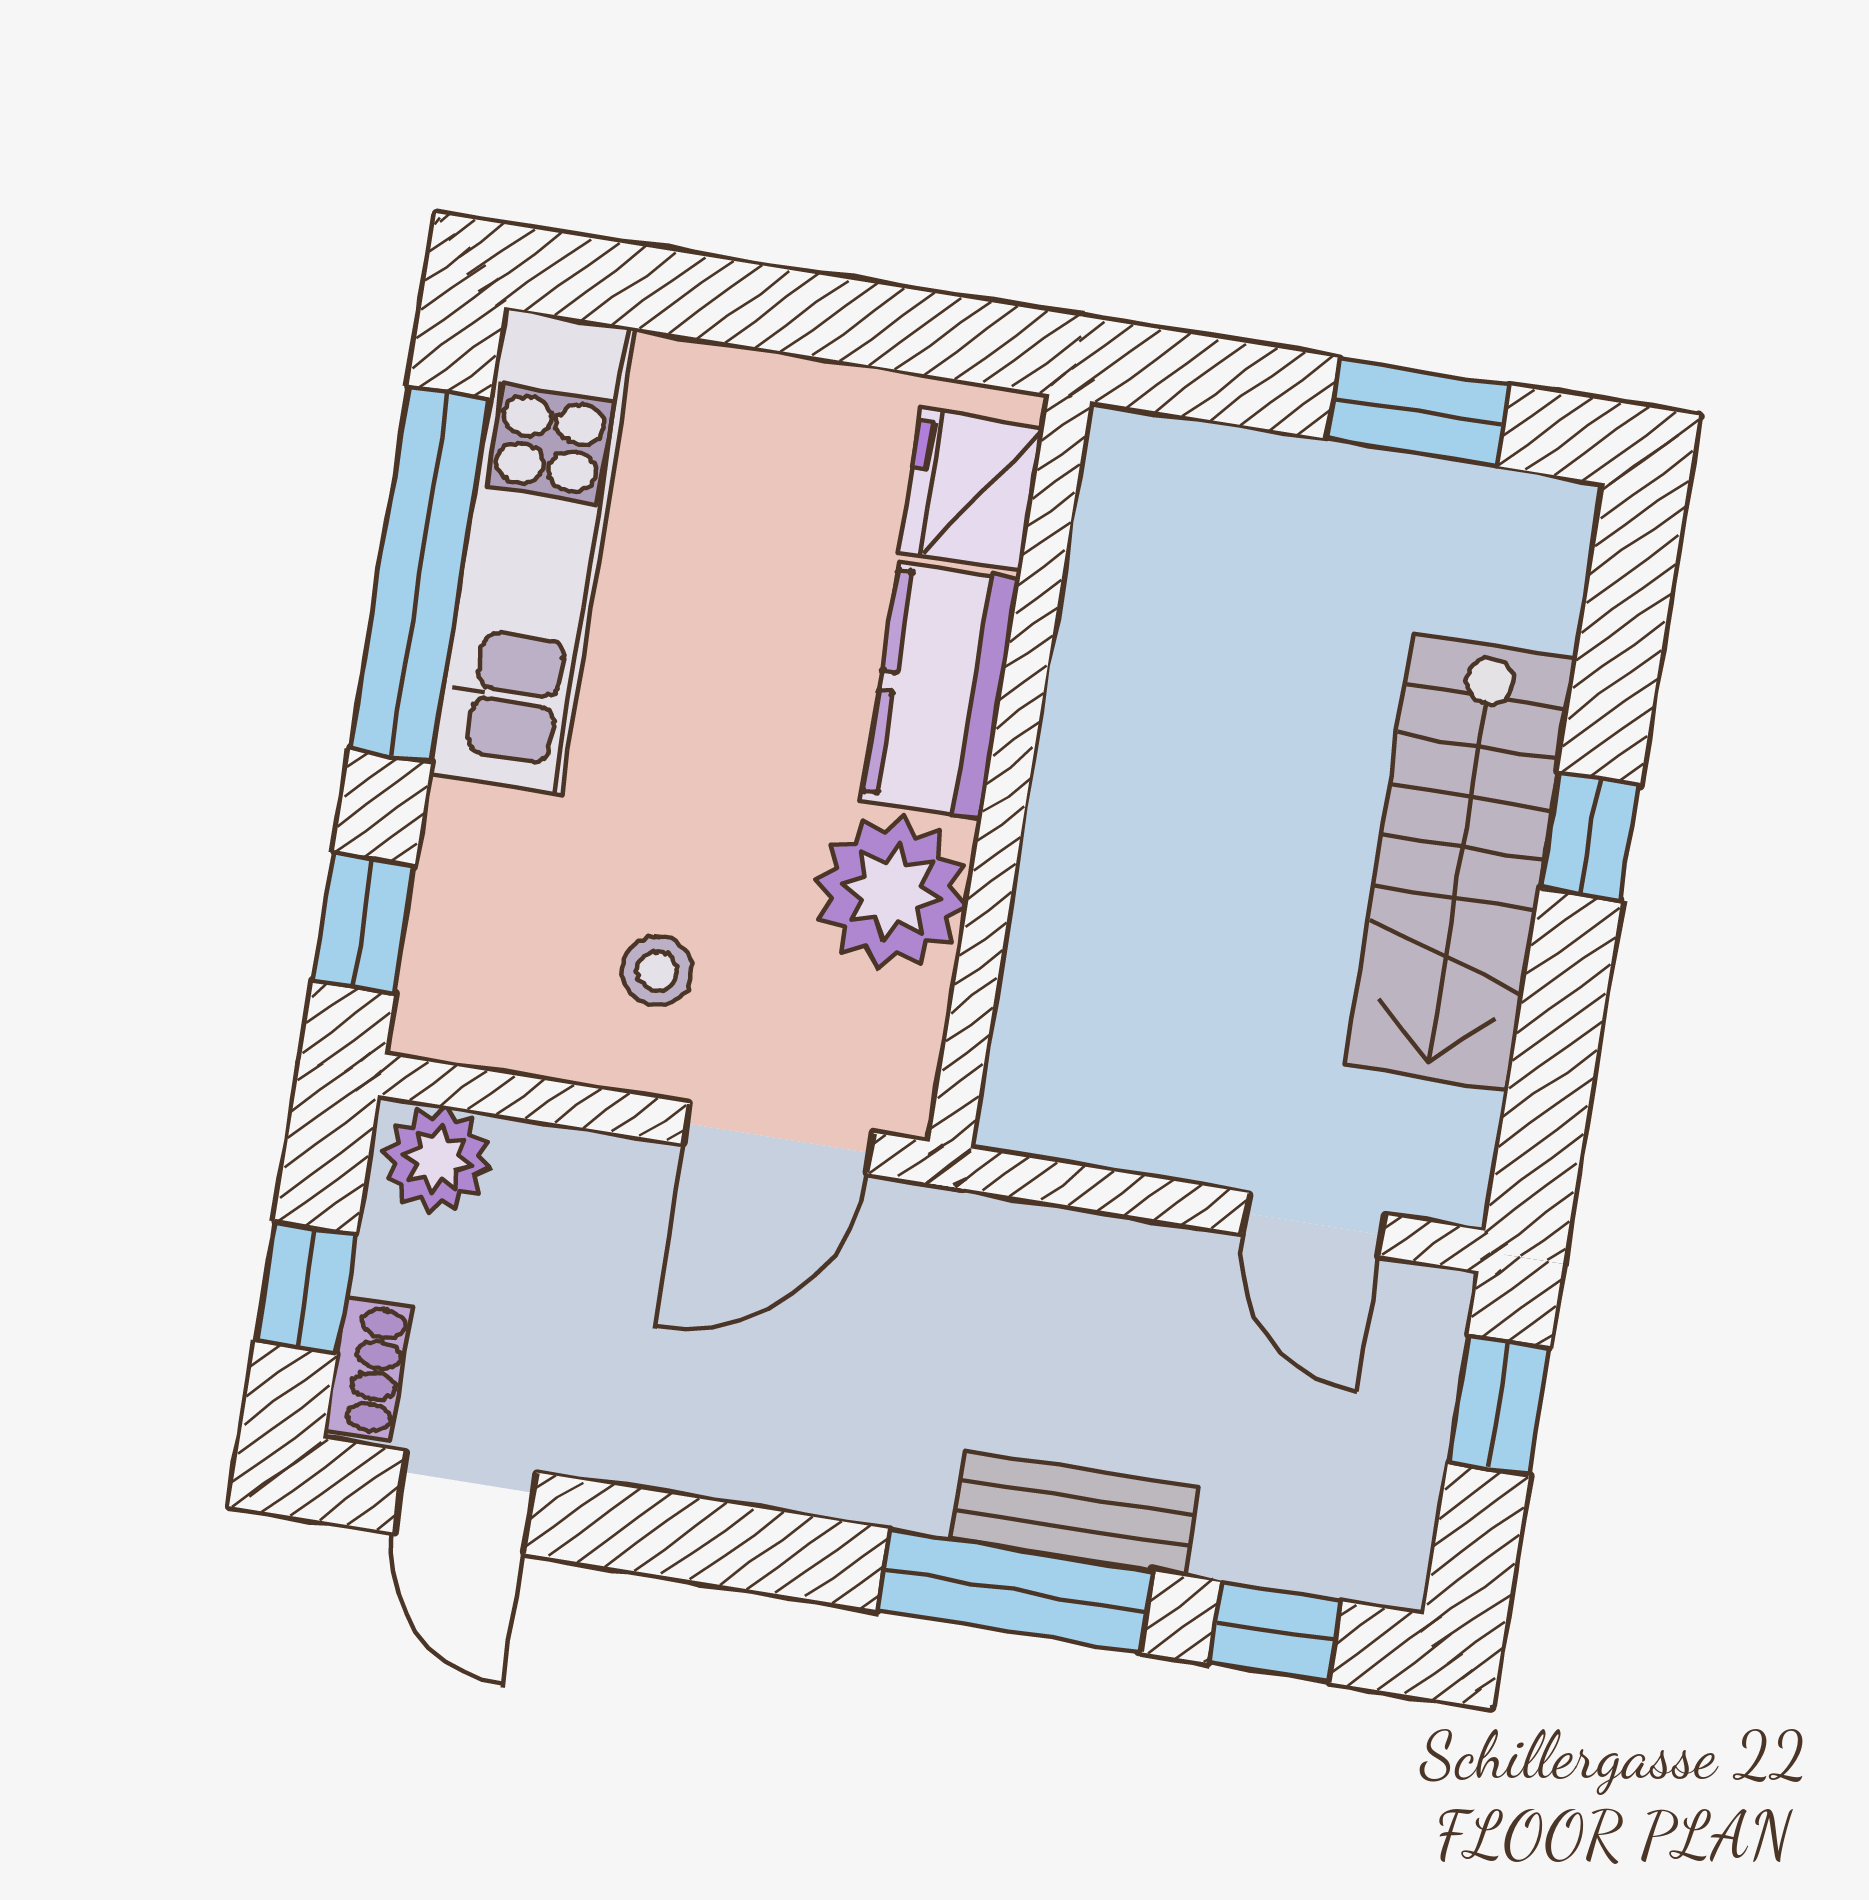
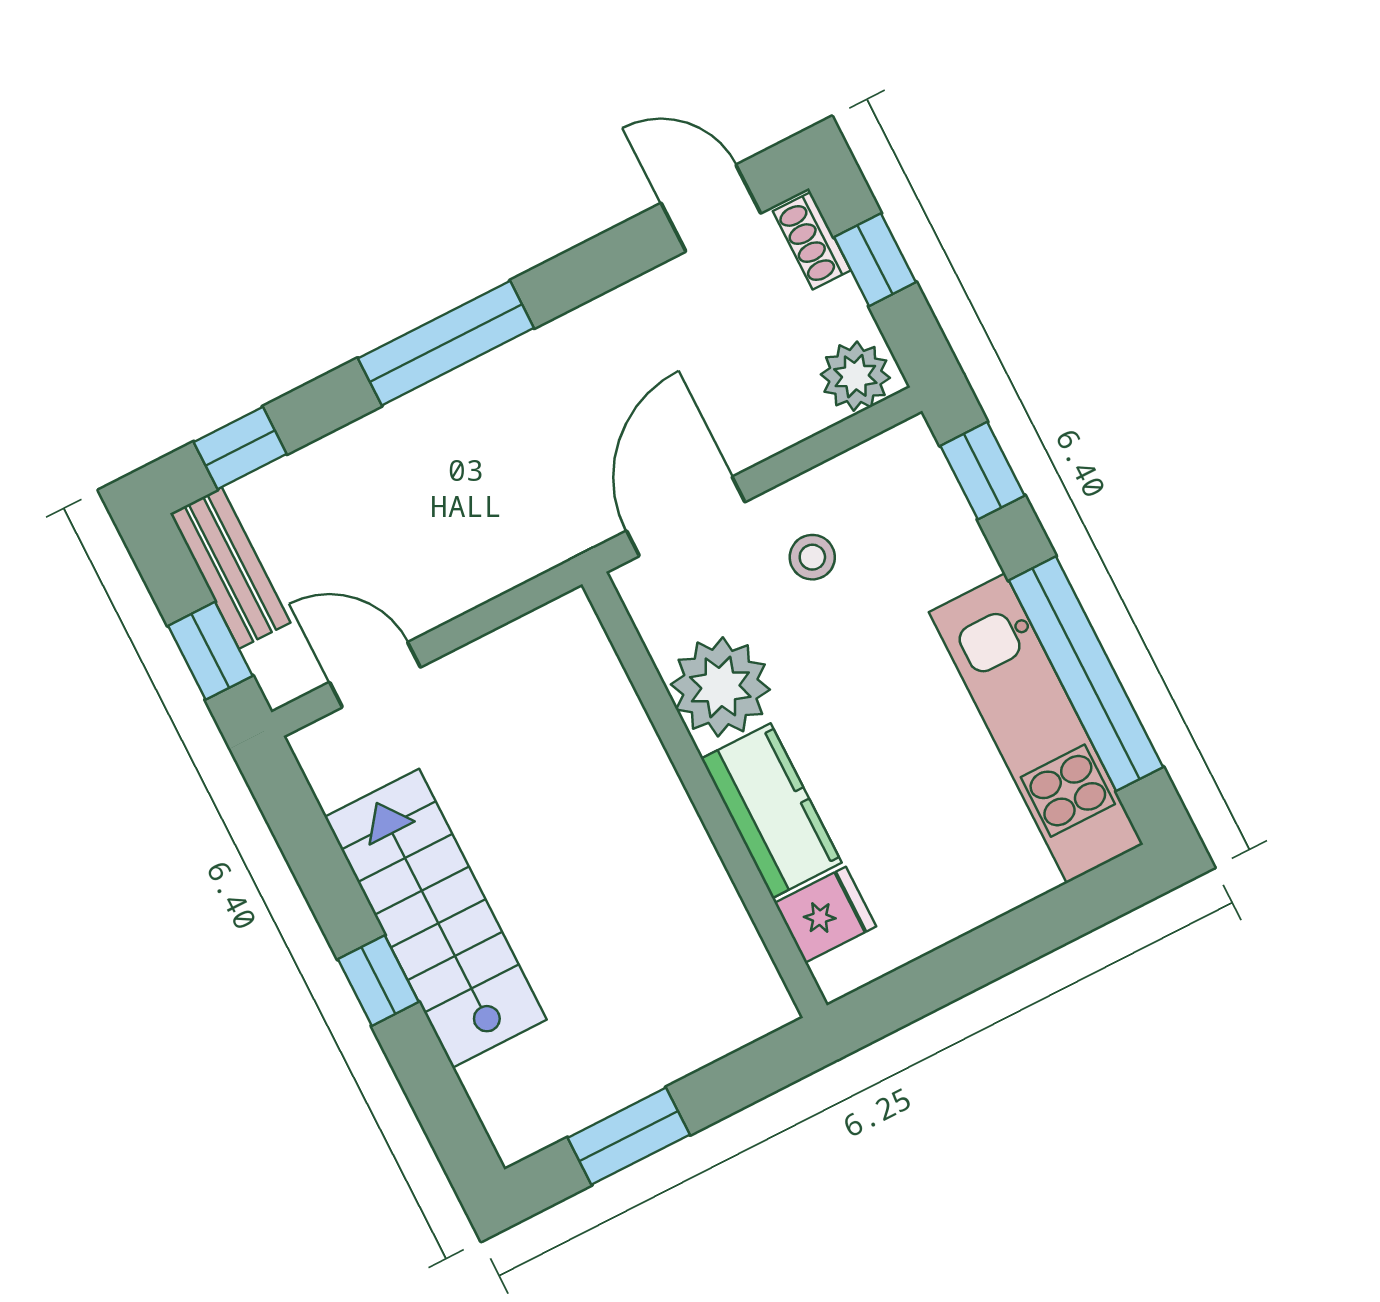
fridge: (971, 490) -> (825, 915), width x0.72
bench: (1075, 1513) -> (230, 568), moved, turned 90
window: (1015, 1591) -> (446, 343), moved

